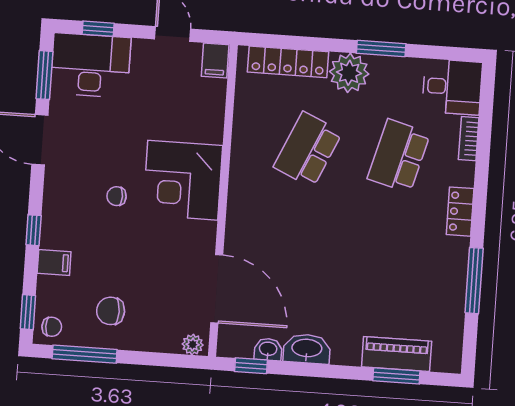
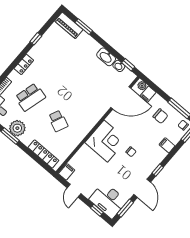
plant: (349, 73) -> (17, 128), moved
school desk: (308, 150) -> (58, 121), width x0.54
window: (34, 230) -> (158, 170), moved
window: (474, 281) -> (36, 39), width x0.46
door: (217, 289) -> (121, 98), swing flipped
filing cabinet: (168, 337) -> (148, 94), added
piano: (397, 354) -> (69, 25), moved

